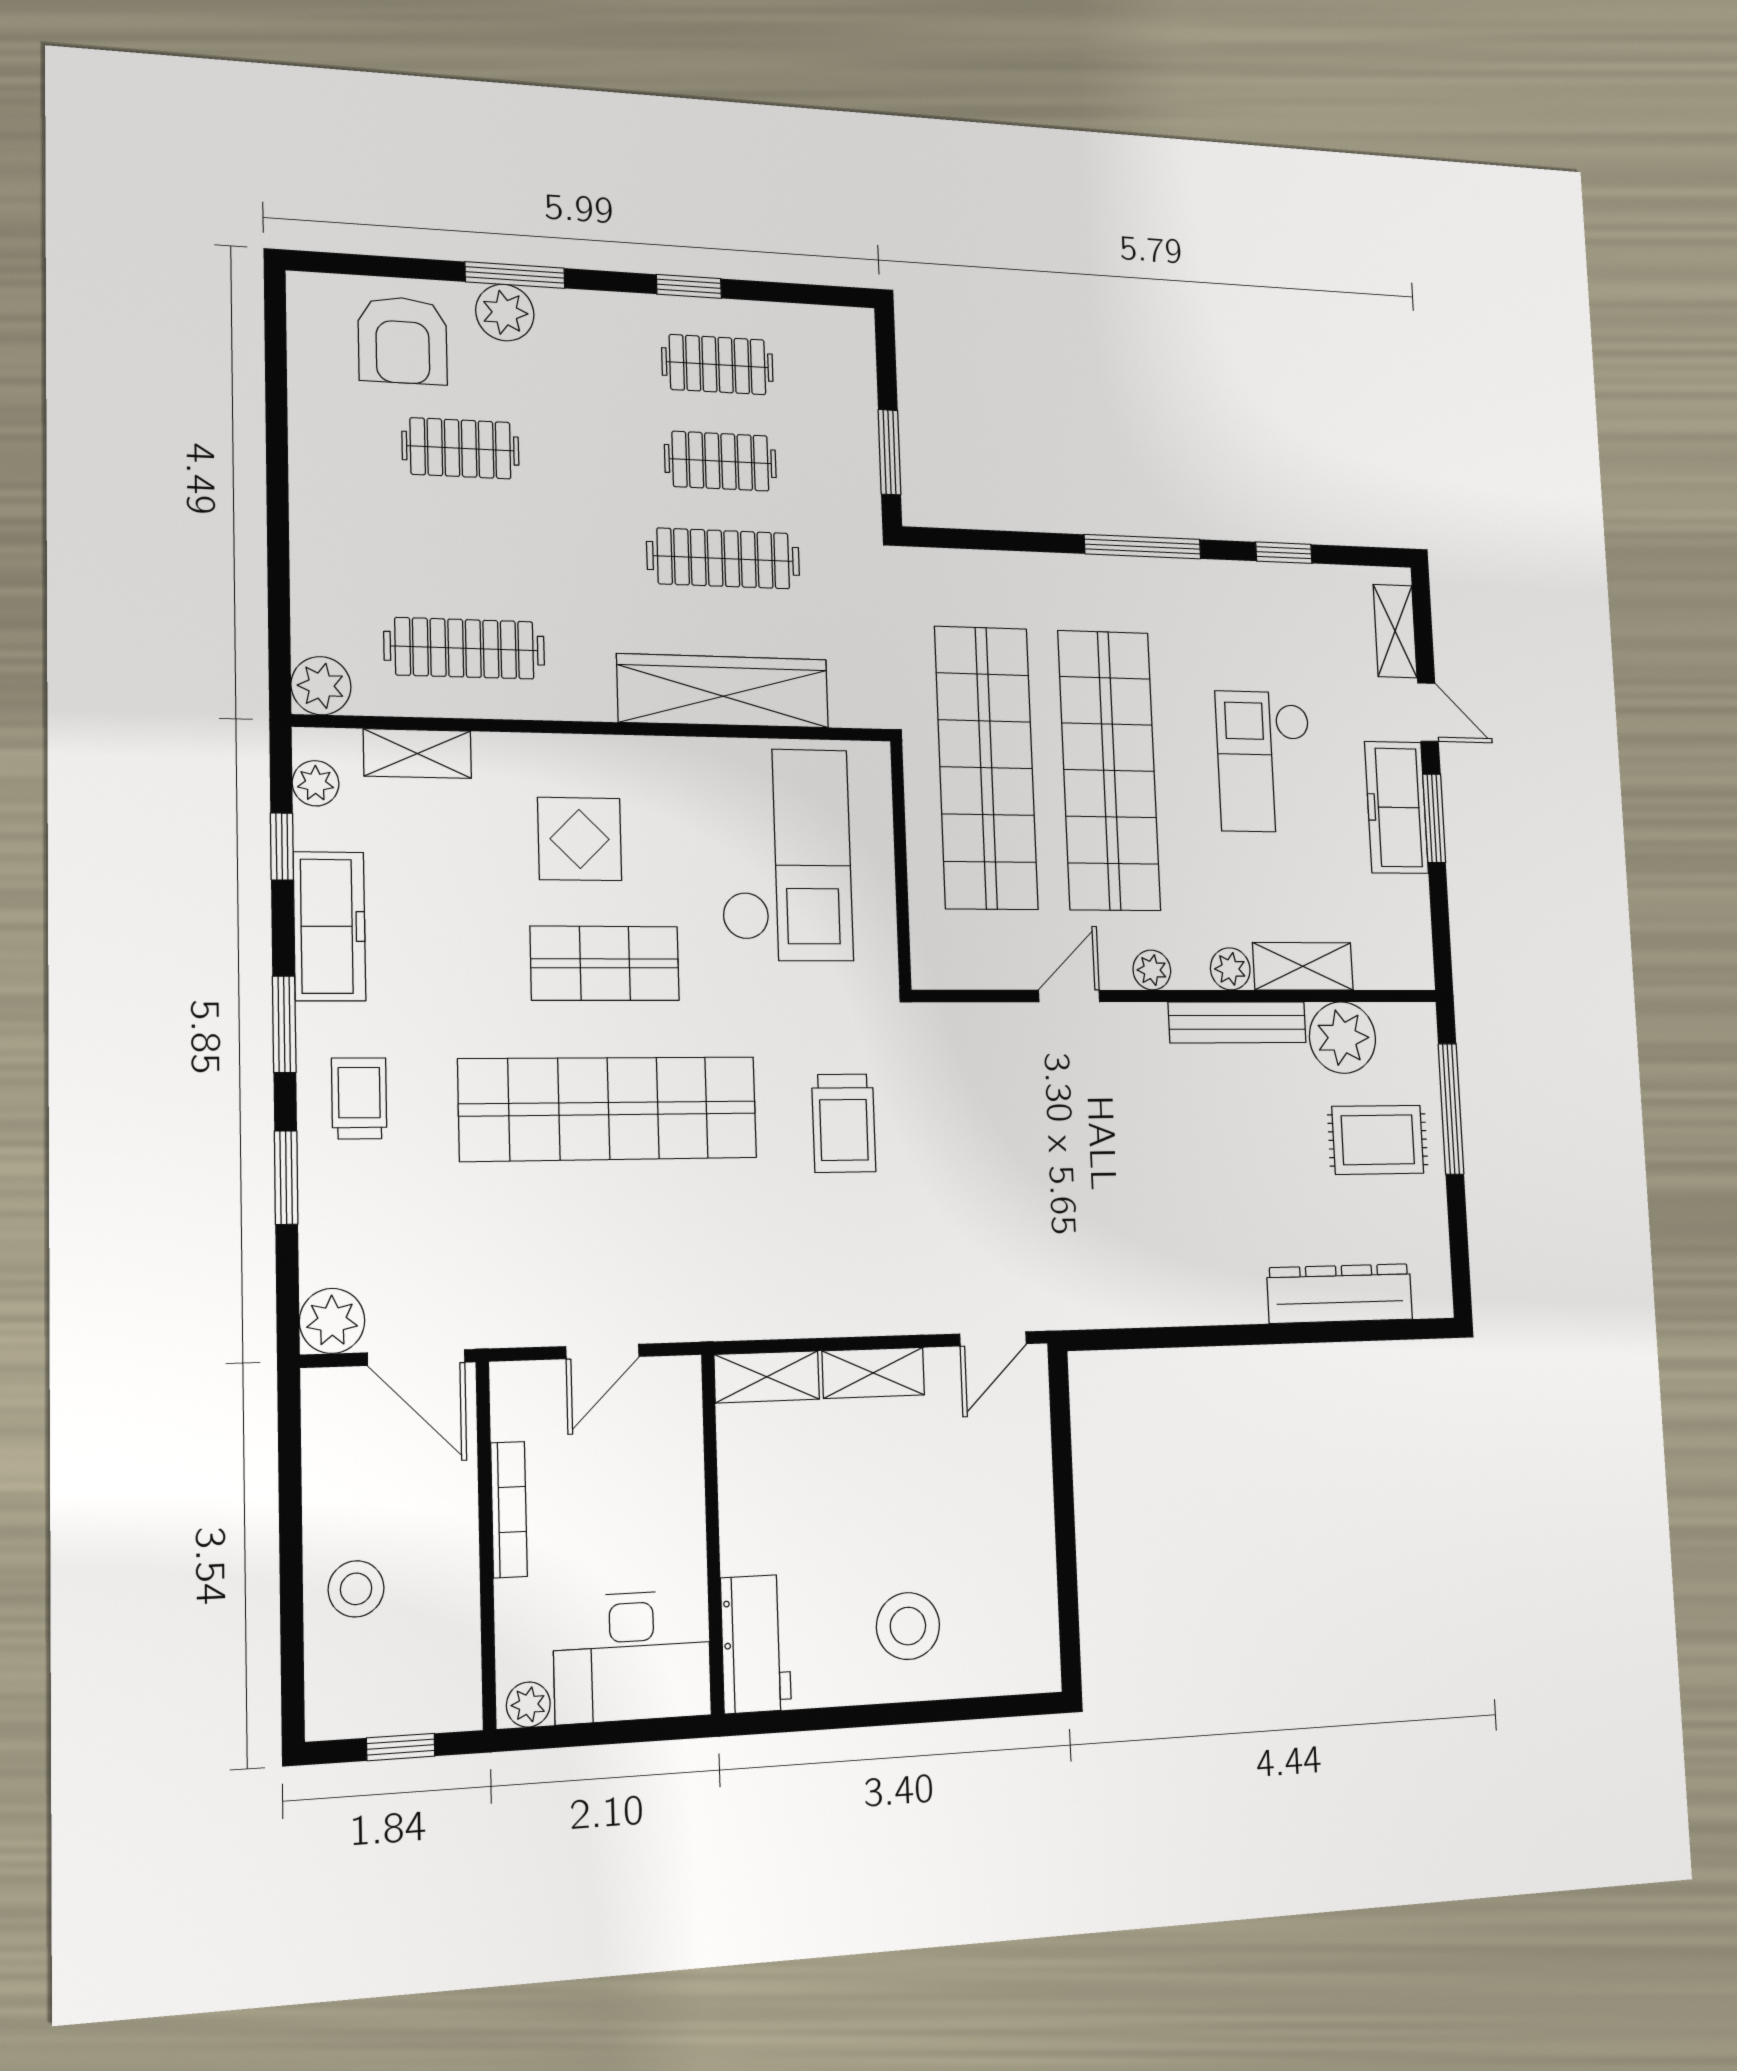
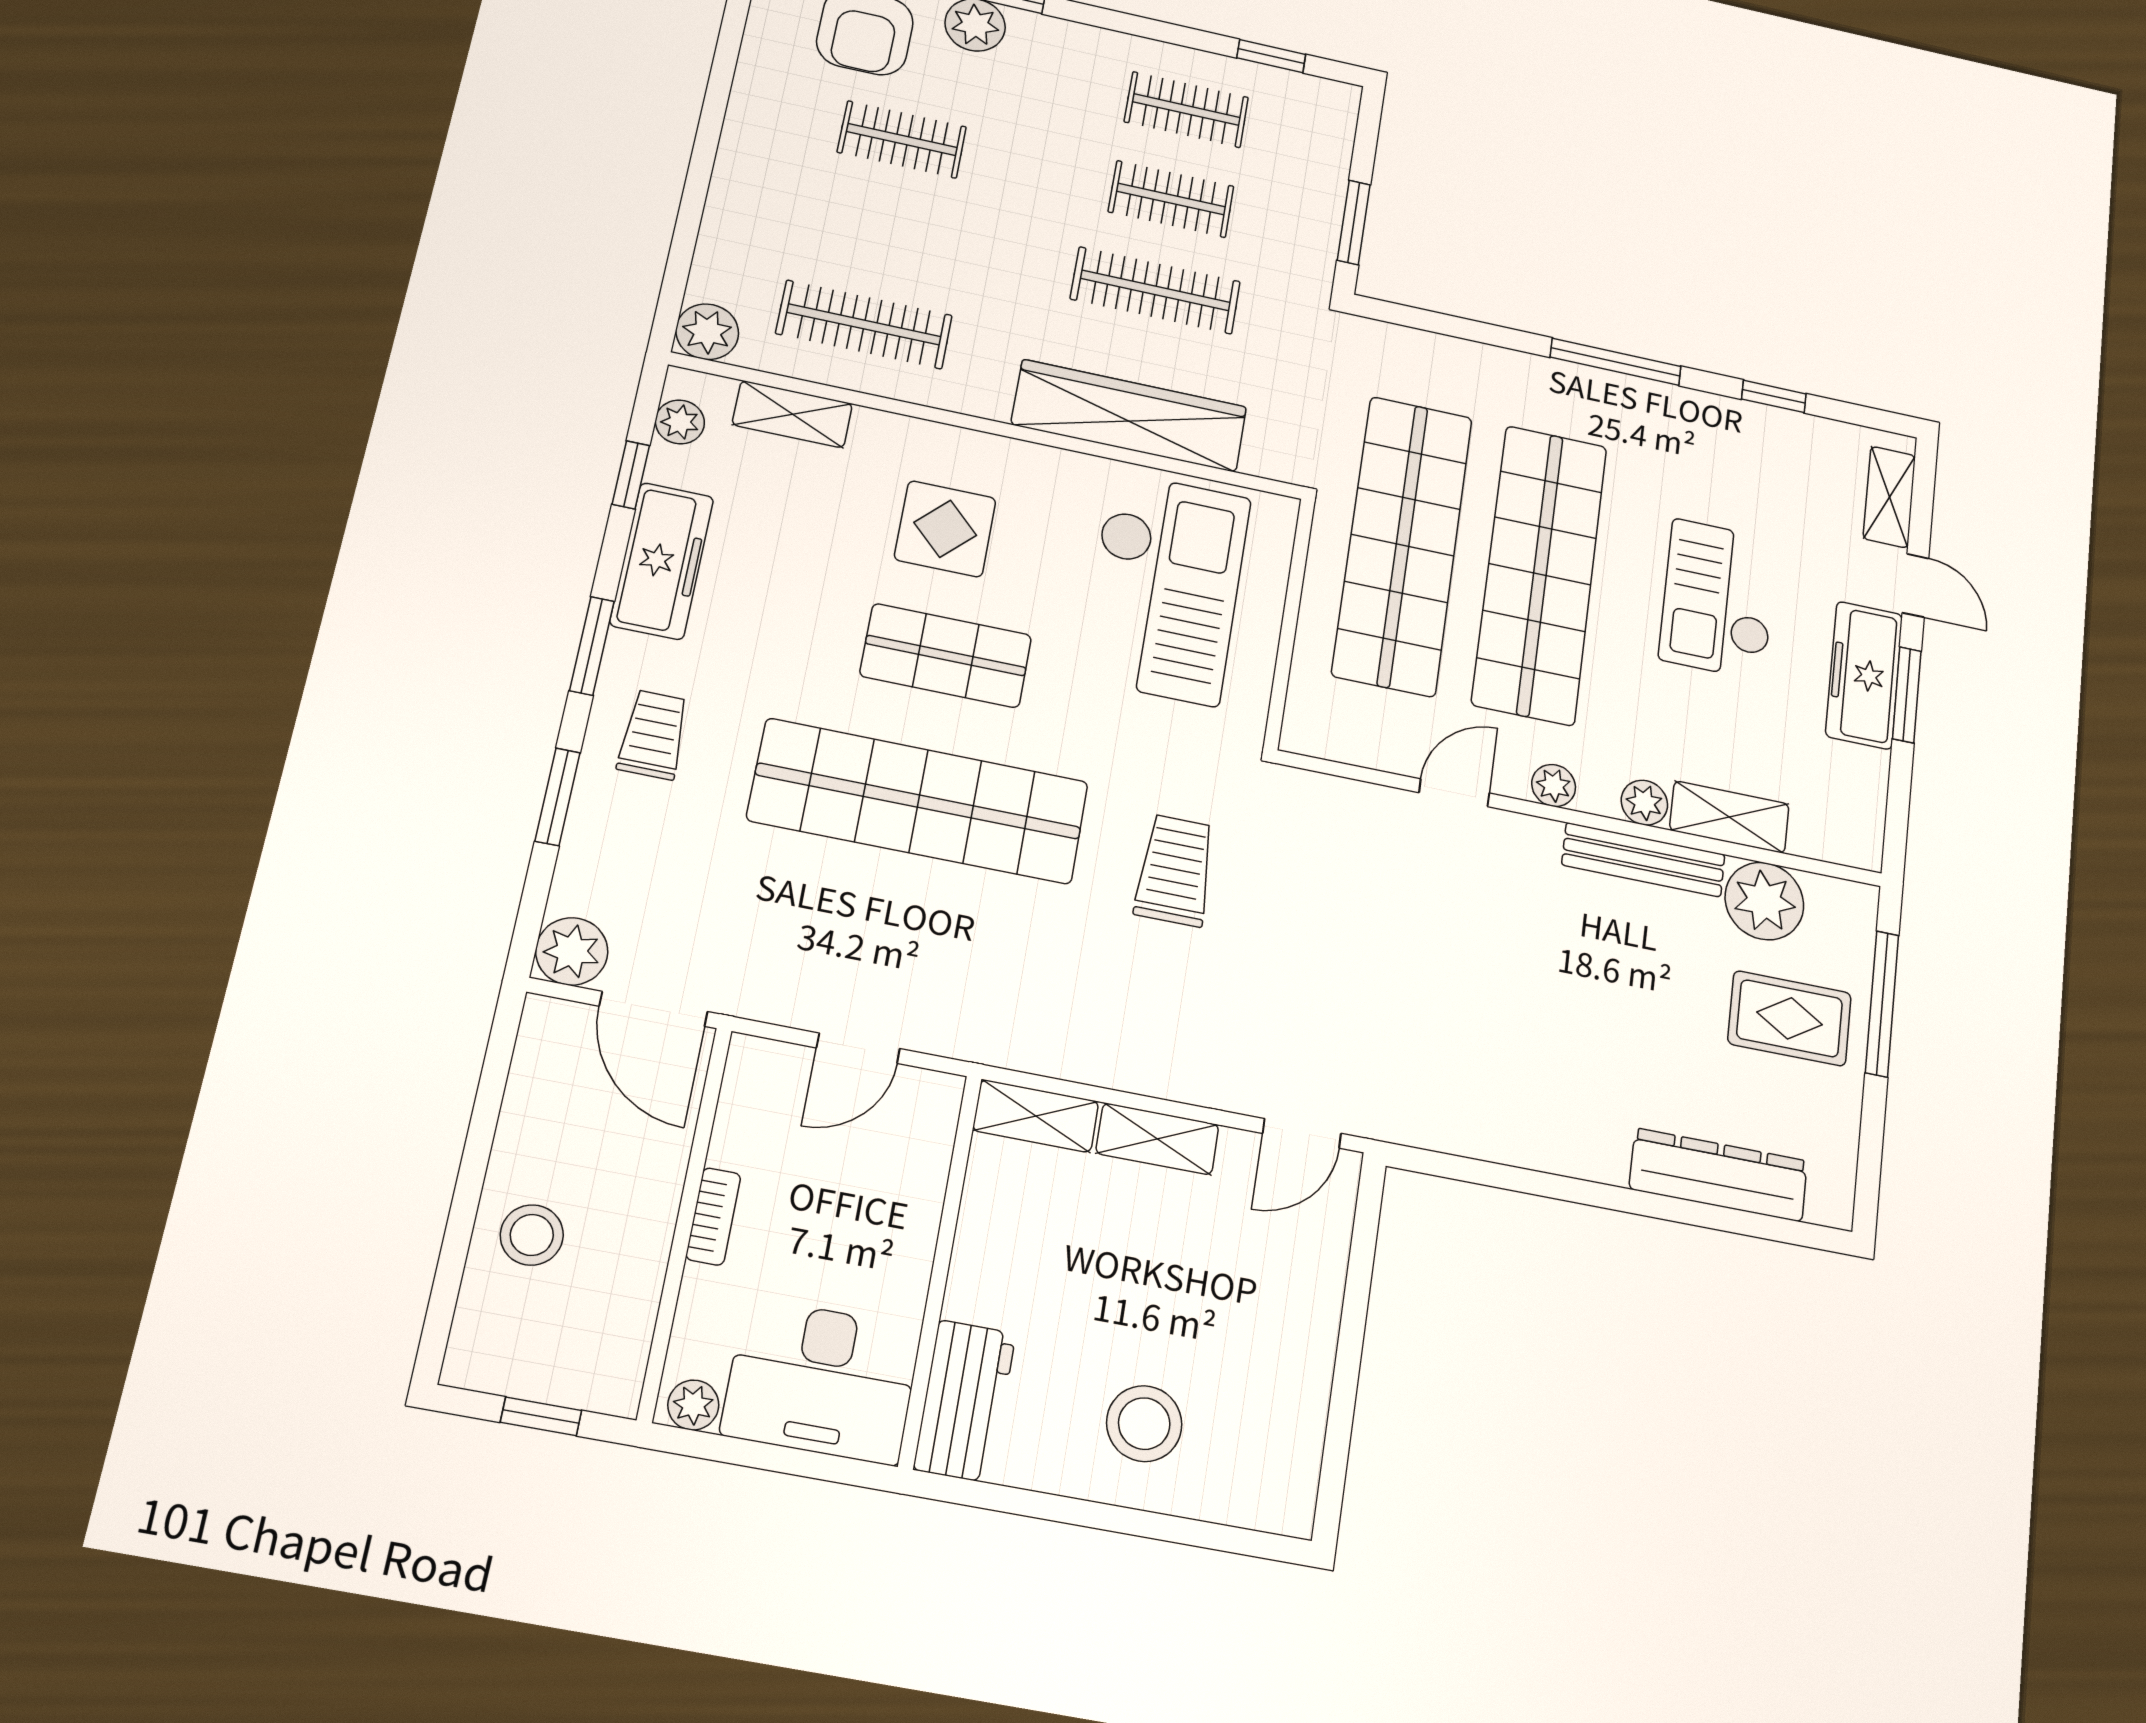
window: (689, 286) -> (1271, 56), moved
trolley: (844, 1123) -> (1175, 870), turned 180
bookcase: (509, 1510) -> (713, 1216), width x0.64

